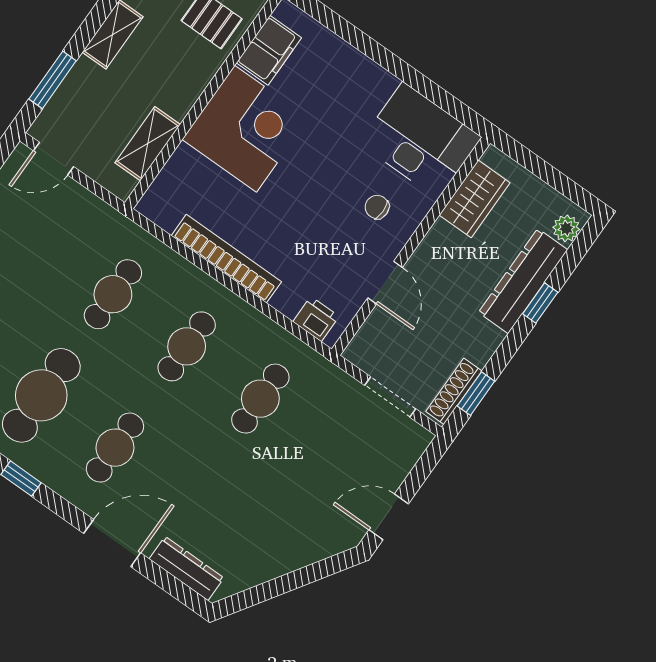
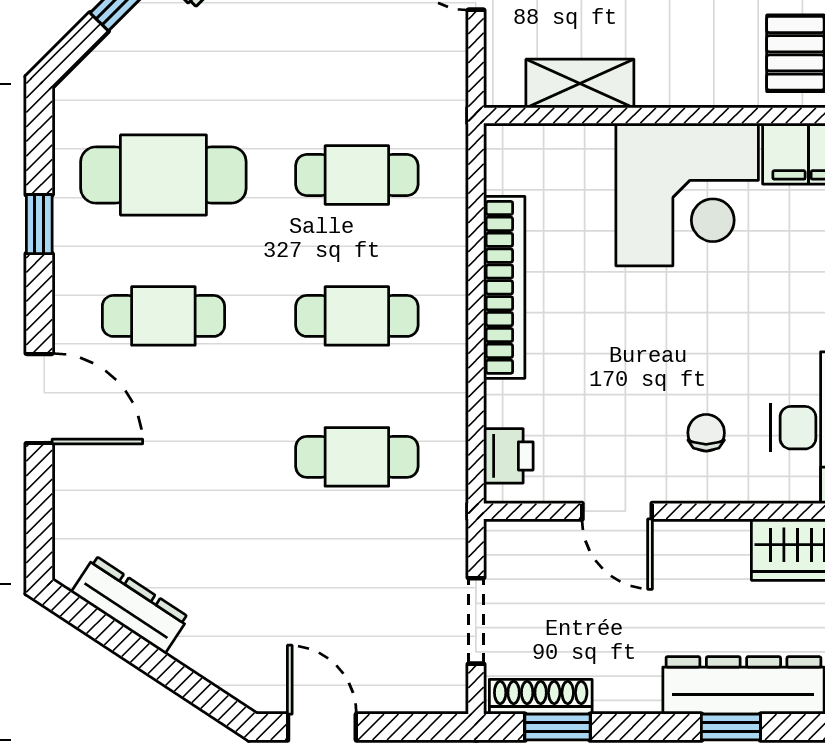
door: (385, 283) -> (617, 511), hinge flipped
dresser: (187, 568) -> (130, 605), moved, turned -57

